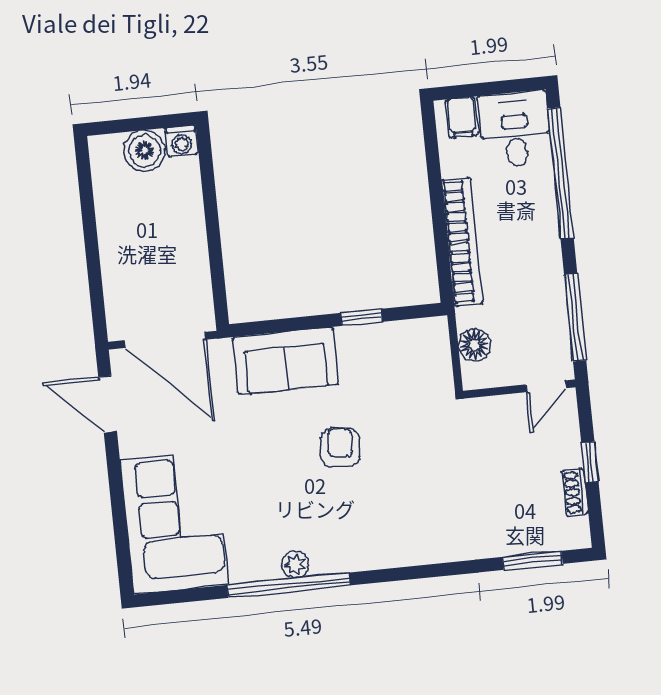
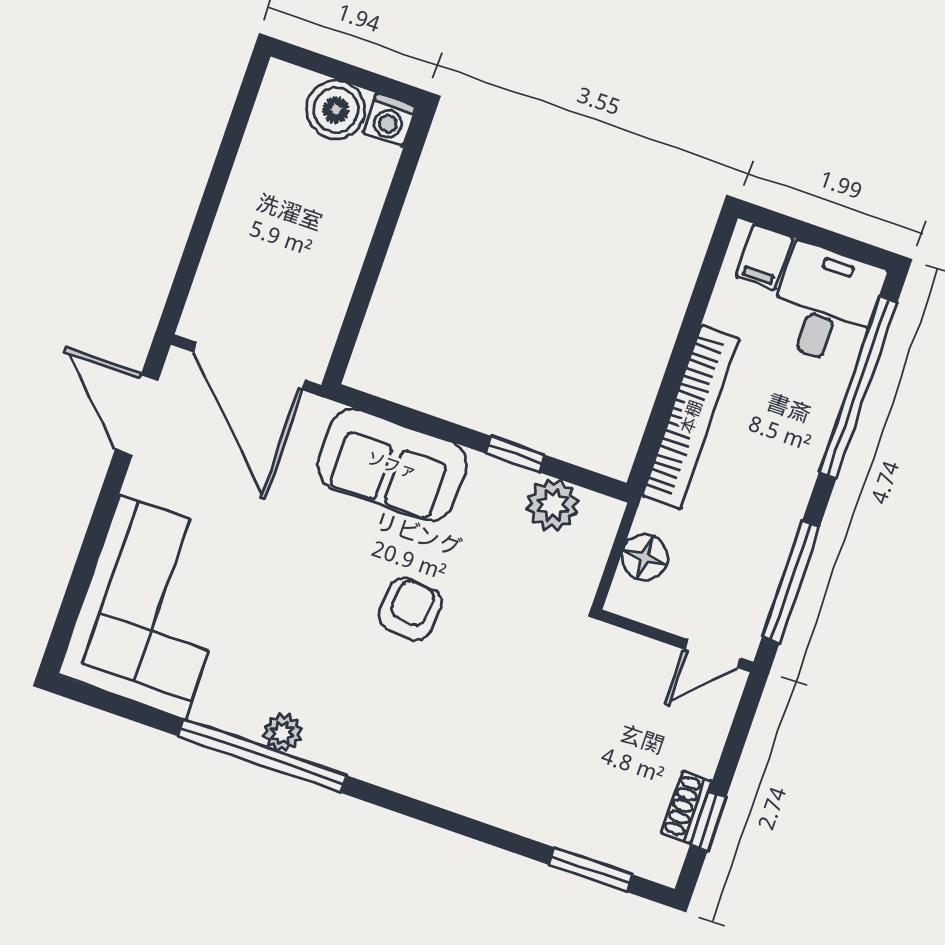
plant: (400, 339) -> (553, 505), added
window: (590, 462) -> (708, 821), moved

